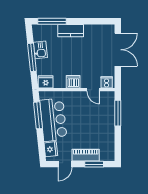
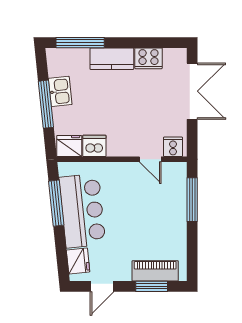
cooker: (92, 30) -> (148, 58), added
dishwasher: (73, 82) -> (94, 146), moved
piano: (86, 155) -> (155, 271), moved

